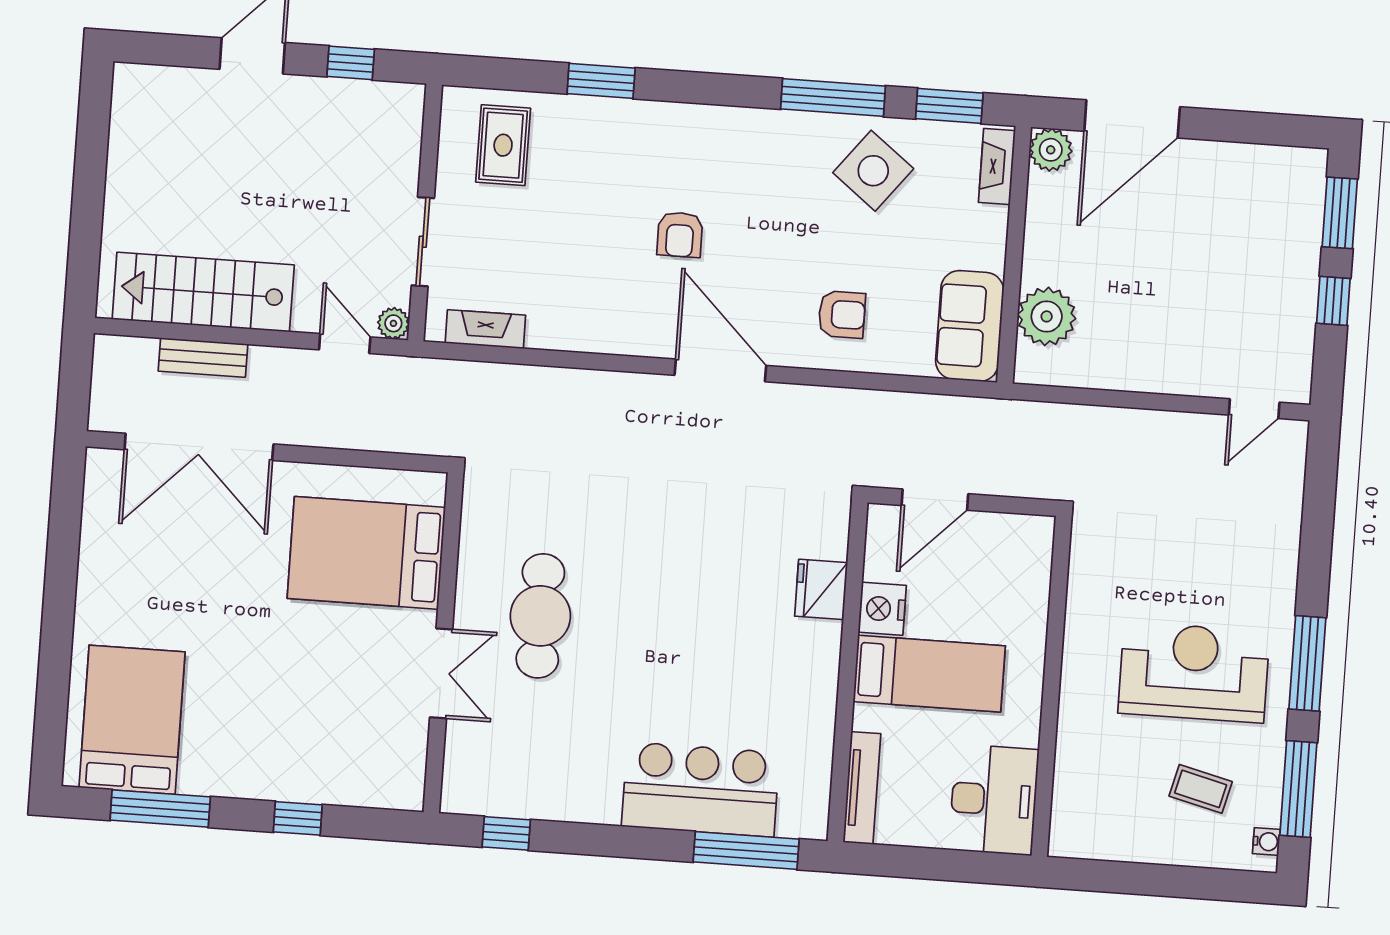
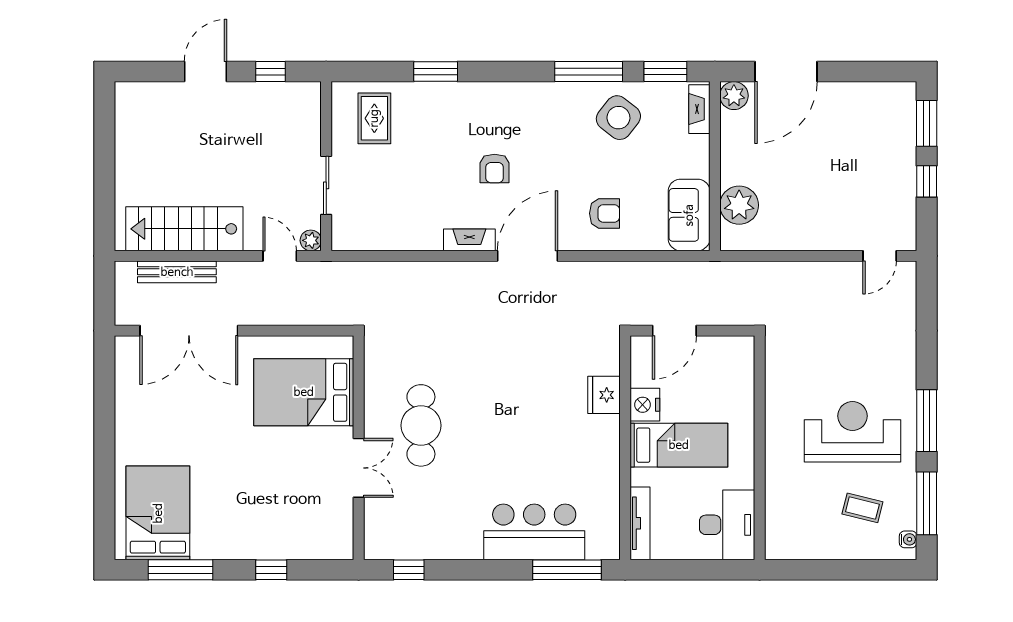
fireplace: (485, 329) -> (469, 240), moved
bench: (203, 358) -> (177, 272), width x1.36
door: (720, 370) -> (528, 256), hinge flipped

